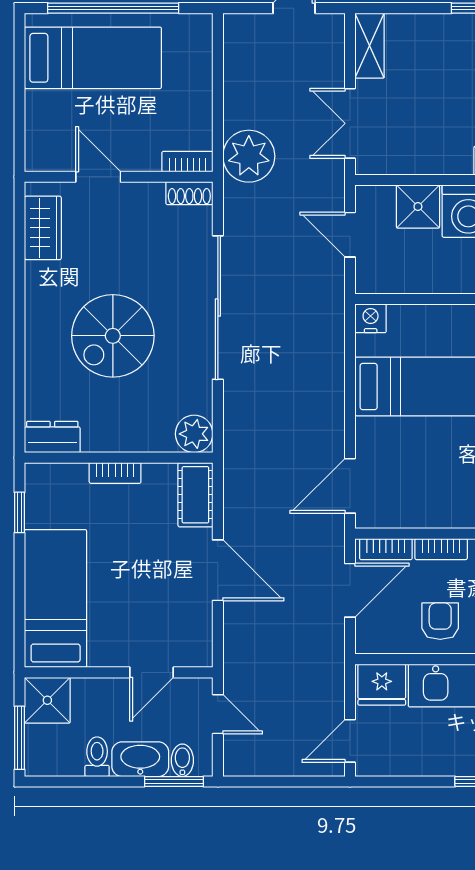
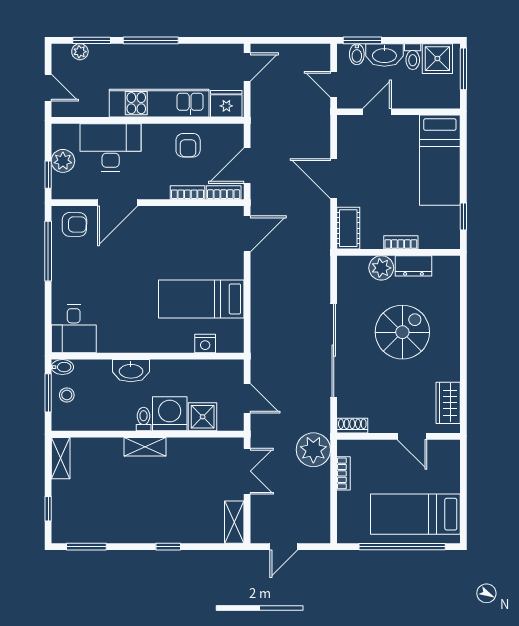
bookcase: (187, 162) -> (344, 473), moved, turned -90
nightstand: (371, 318) -> (205, 344), moved
plant: (194, 434) -> (381, 268), moved
dresser: (52, 437) -> (413, 266), moved
shower: (47, 700) -> (437, 59), moved

